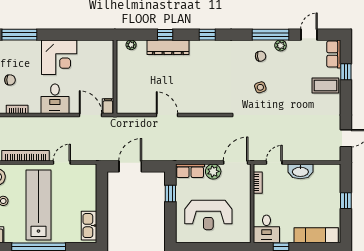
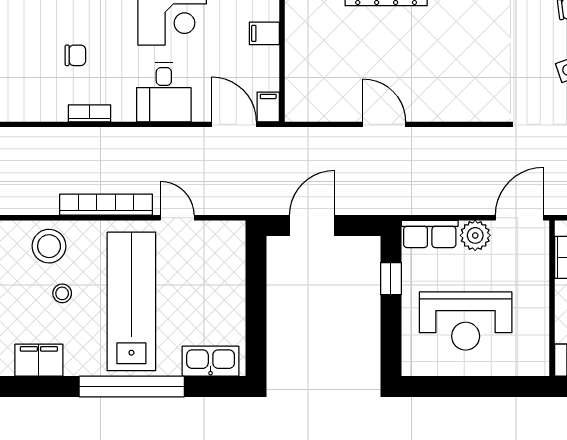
filing cabinet: (106, 69) -> (264, 33), added
door: (62, 163) -> (177, 218), hinge flipped
kitchen sink: (89, 226) -> (211, 361), moved, turned 90

